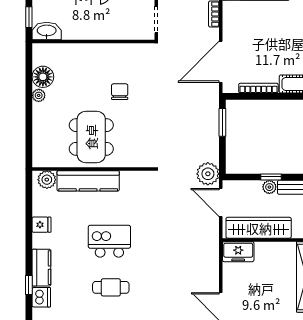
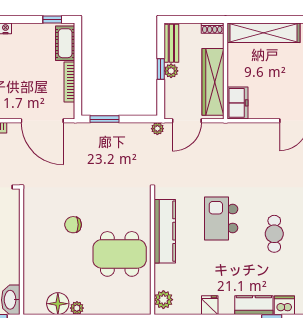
plant: (208, 174) -> (157, 129), width x0.53, depth x0.53
kitchen counter: (88, 181) -> (165, 231), moved
kitchen island: (109, 241) -> (221, 218), moved

